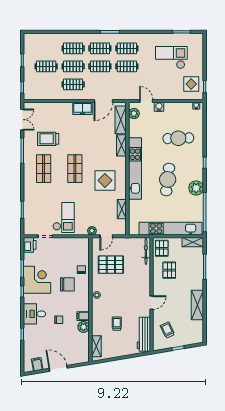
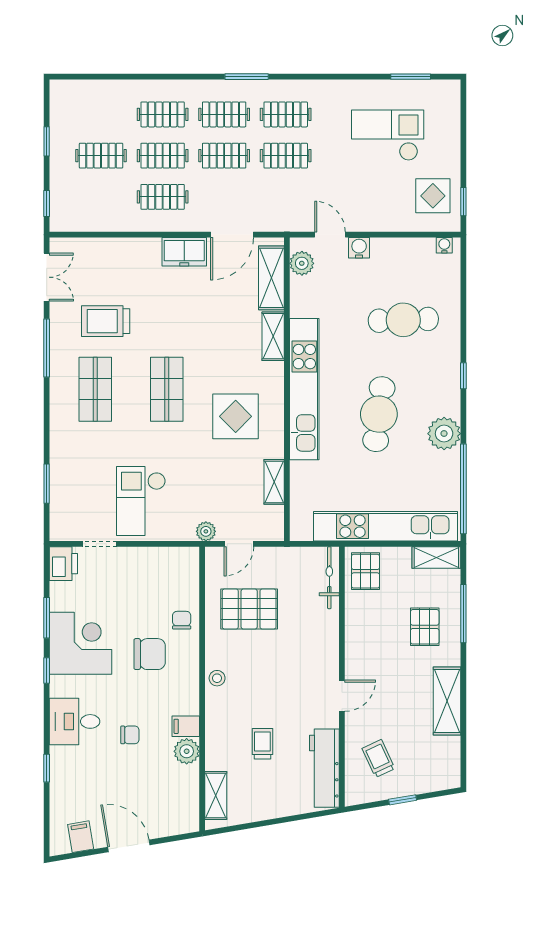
checkout: (64, 218) -> (141, 501), turned 180
pallet: (169, 270) -> (425, 627), moved

